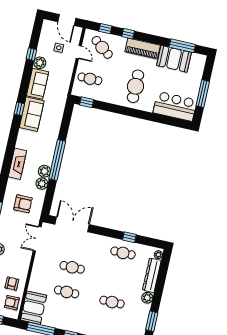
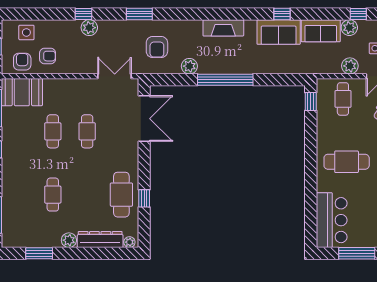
fireplace: (17, 164) -> (223, 28), moved
plant: (44, 171) -> (350, 66), moved
cafe table: (123, 253) -> (121, 195), width x1.37, depth x1.35

